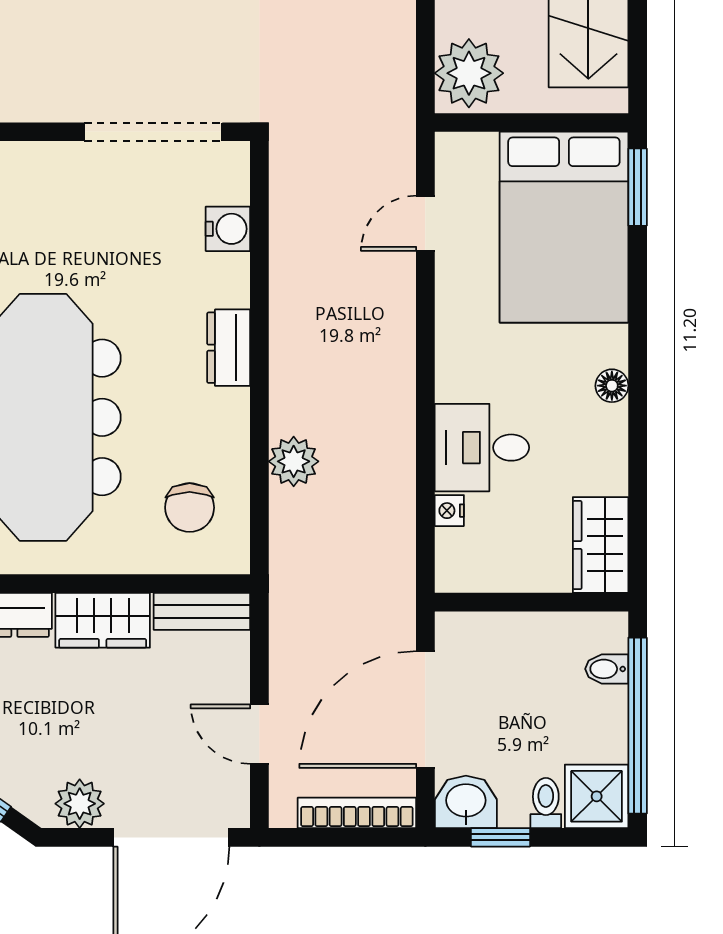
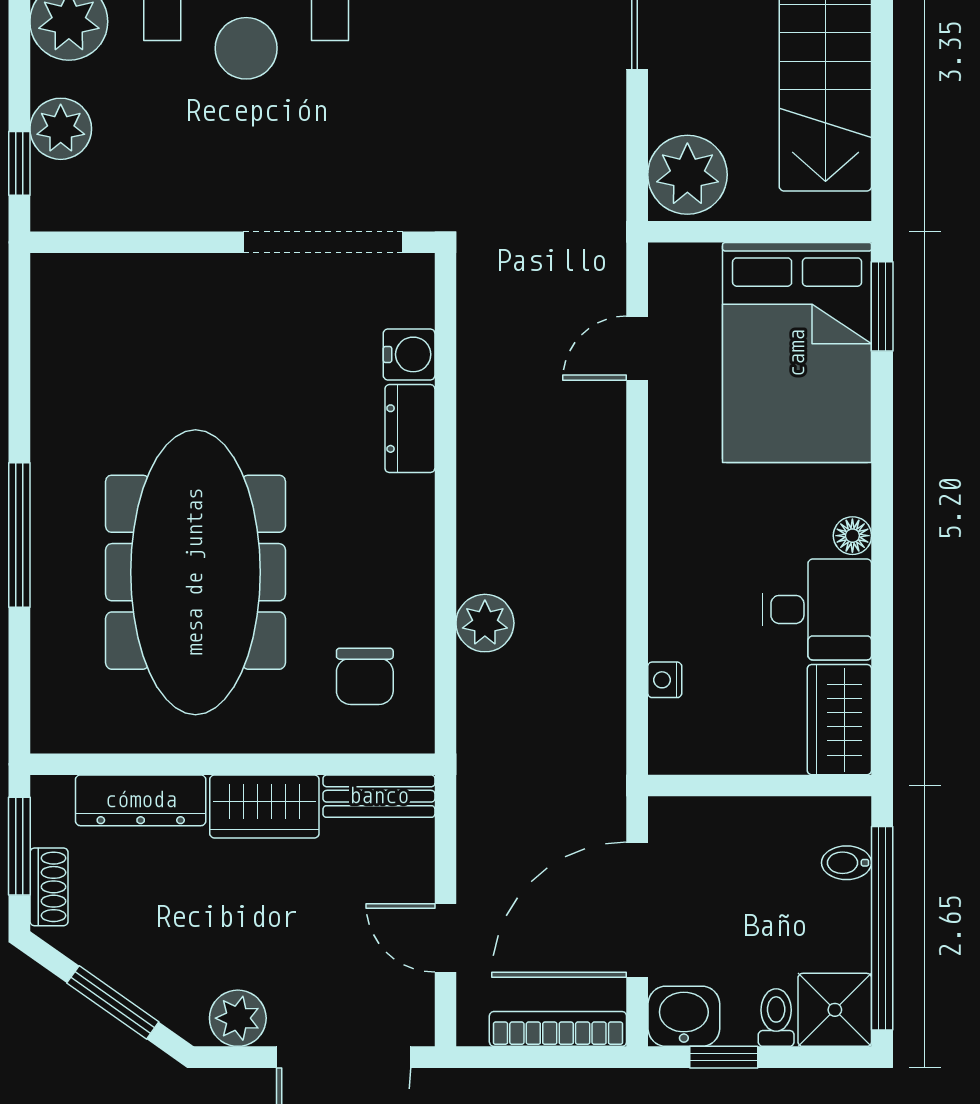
dresser: (229, 348) -> (410, 429), moved
desk: (482, 448) -> (817, 609), moved, turned 180

